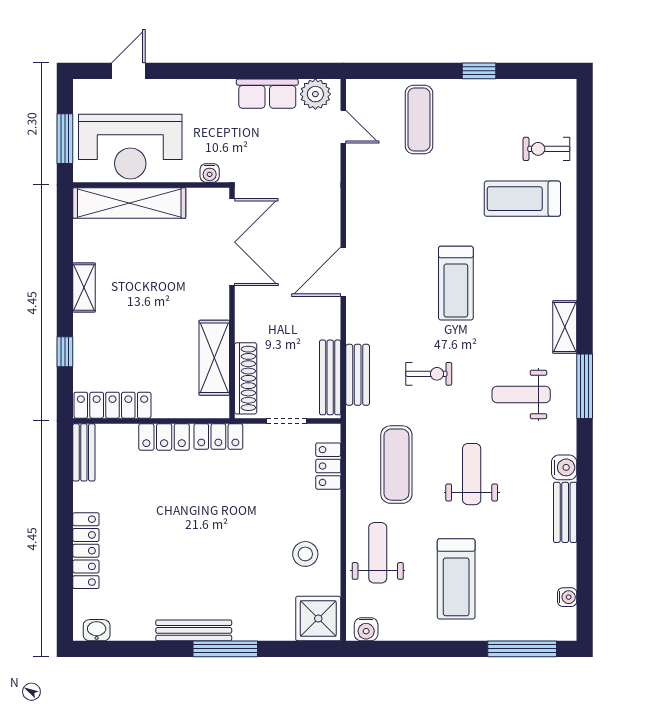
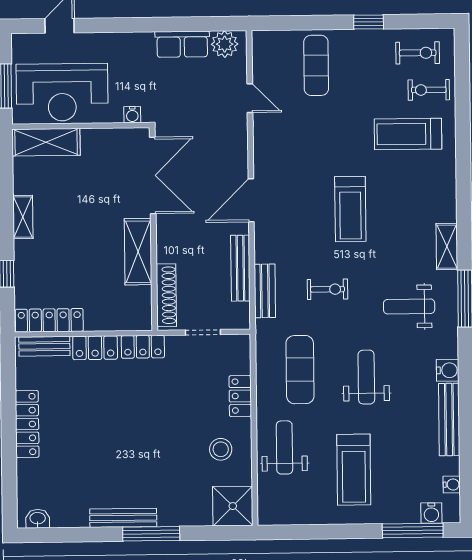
exercise bike: (534, 107) -> (418, 53), added
door: (343, 127) -> (250, 98), moved
shelving: (129, 203) -> (46, 142), width x0.68
shelving: (214, 358) -> (138, 252), moved
bench: (330, 377) -> (240, 268), moved
bench: (84, 452) -> (44, 346), moved, turned 90
locker: (328, 466) -> (240, 396), moved
bench: (565, 512) -> (449, 420), width x1.36
locker: (86, 551) -> (27, 424), moved
water cooler: (366, 629) -> (431, 513), moved

